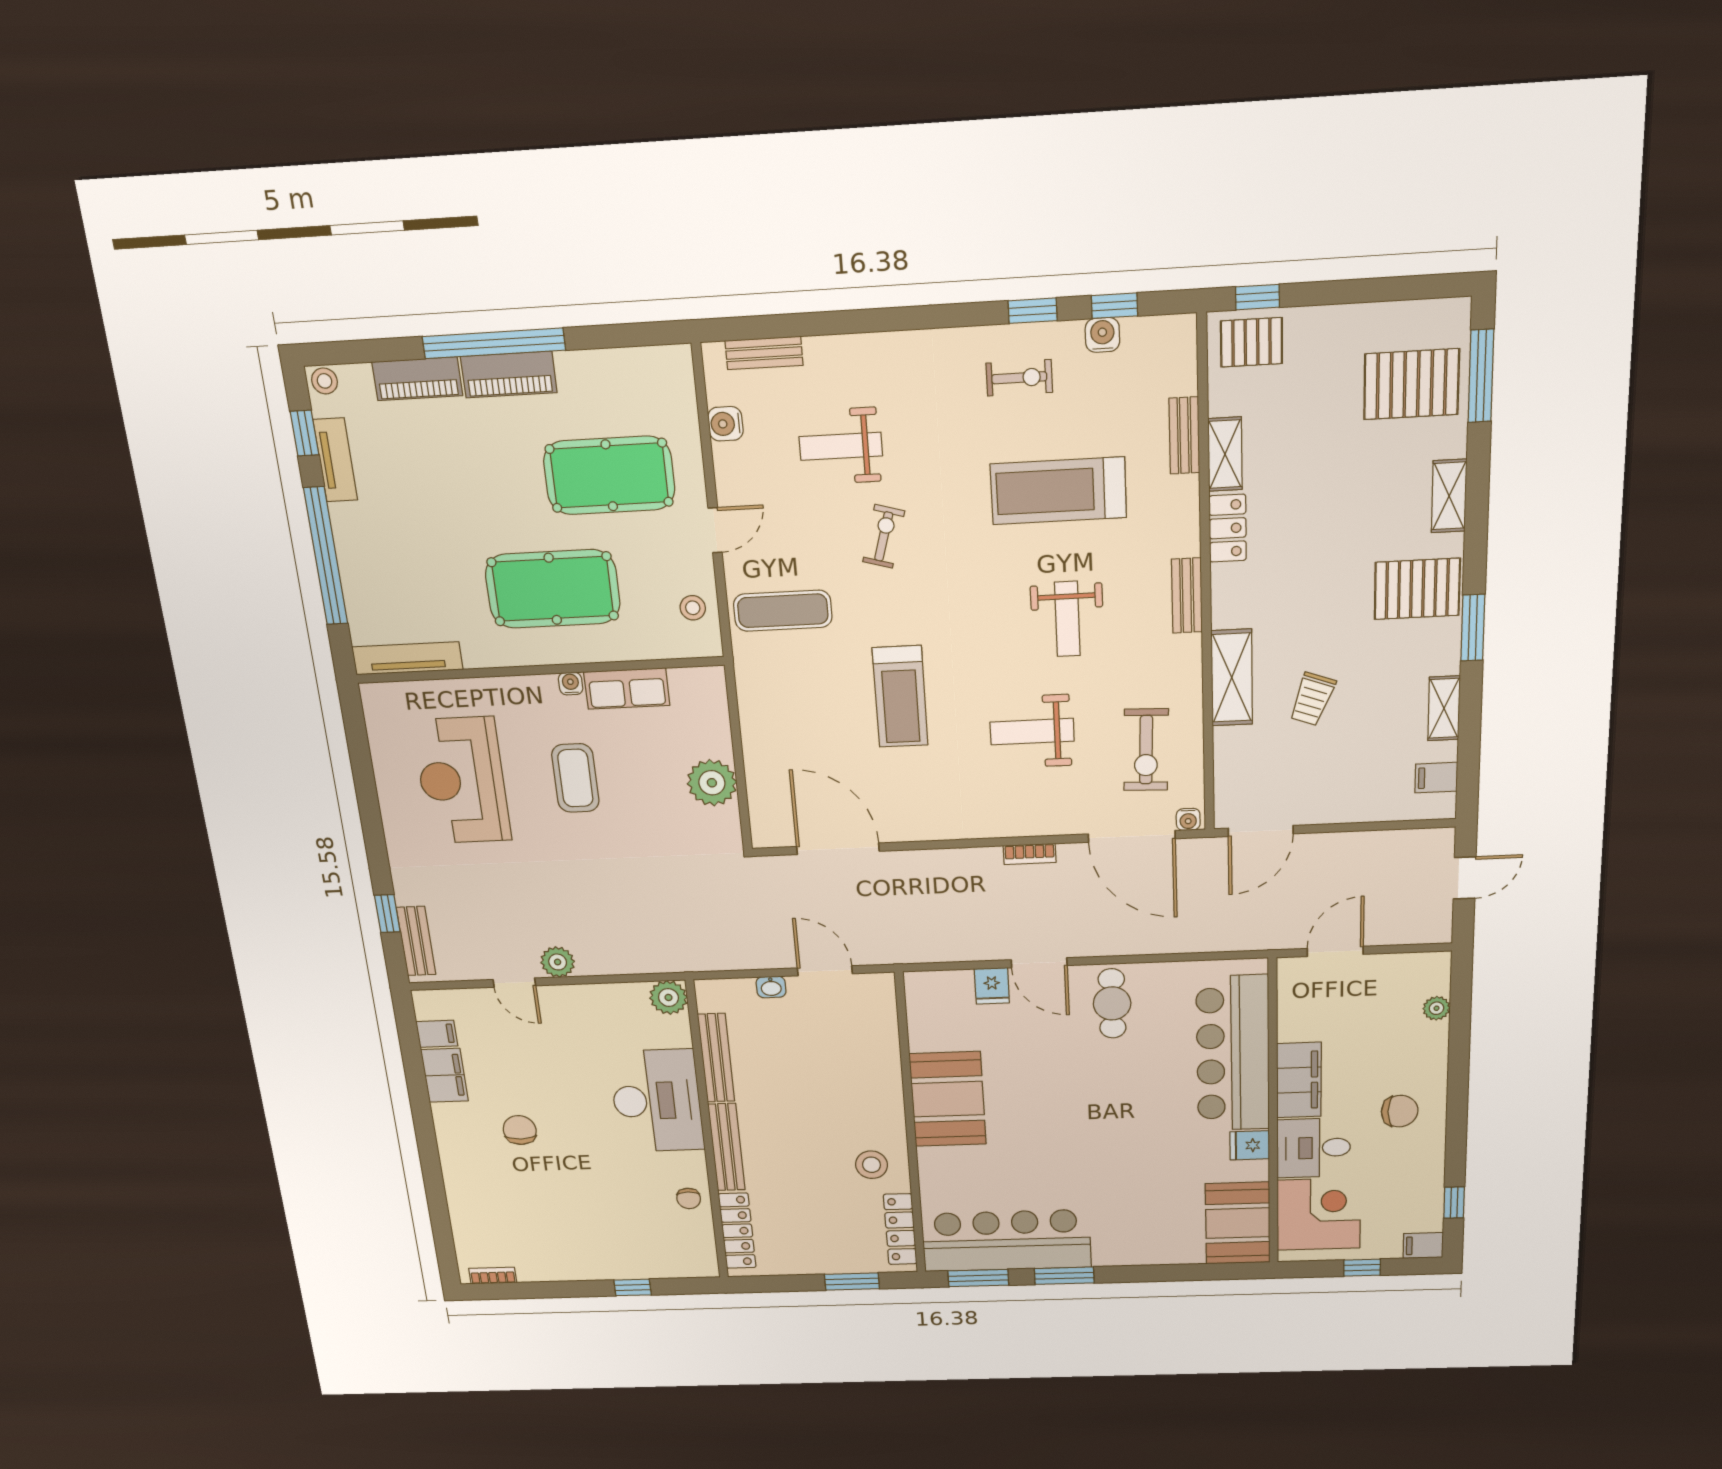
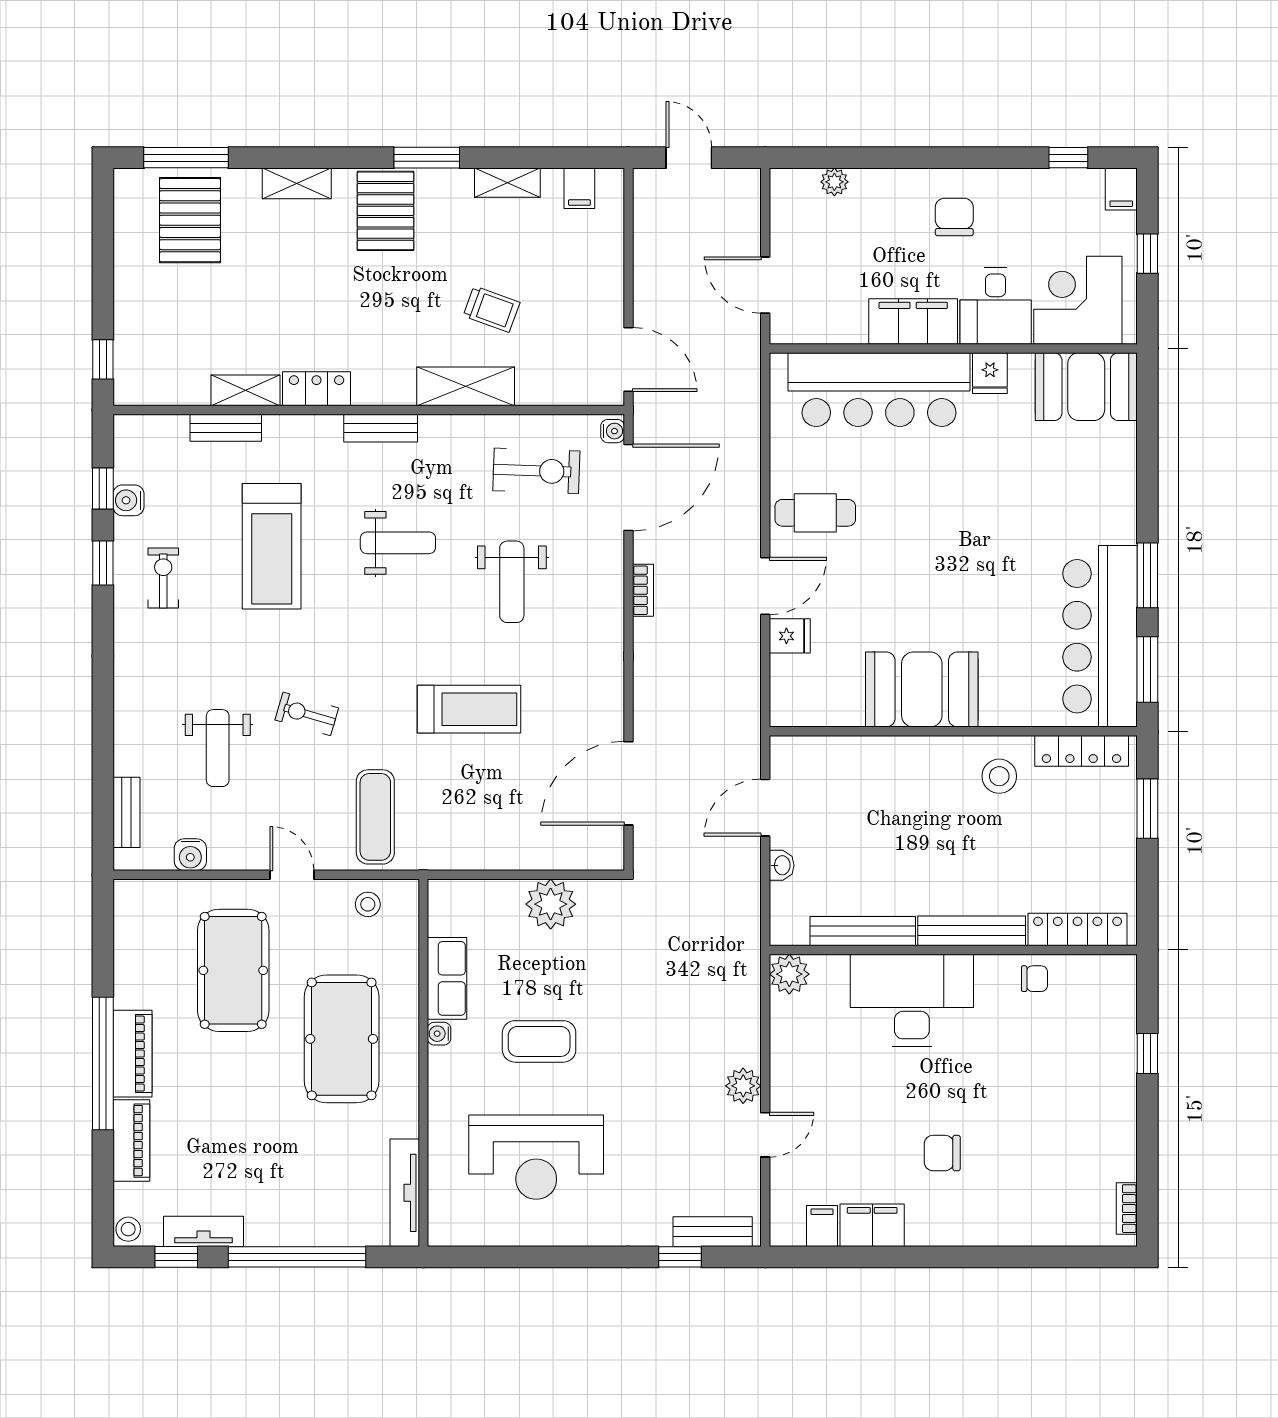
pallet: (1252, 342) -> (143, 365), removed

